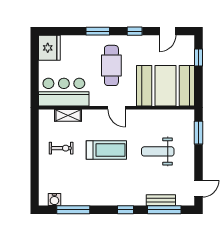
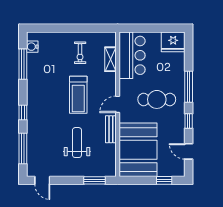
window: (98, 31) -> (189, 87), width x1.44
bench: (161, 200) -> (111, 129), moved

